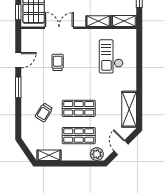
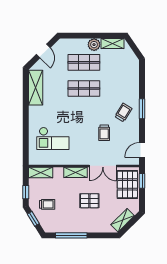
shelving: (98, 21) -> (75, 172), moved
checkout: (111, 56) -> (53, 138), turned 90
door: (18, 60) -> (142, 150), moved
trolley: (44, 112) -> (123, 112), moved
plant: (97, 154) -> (94, 45), moved

